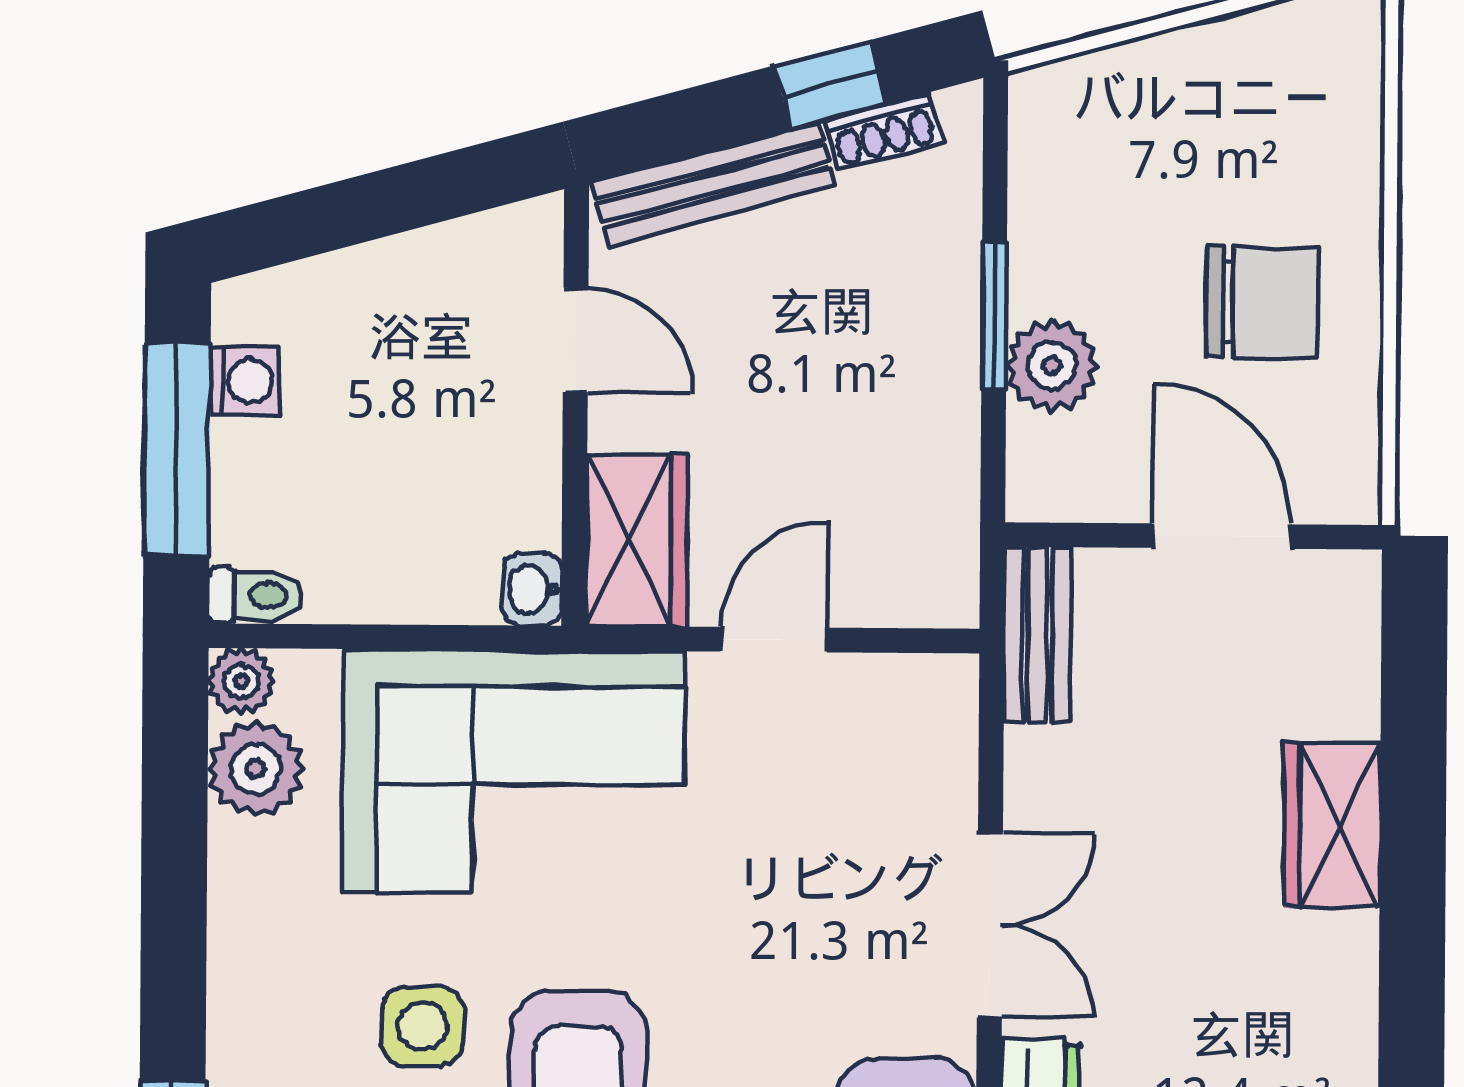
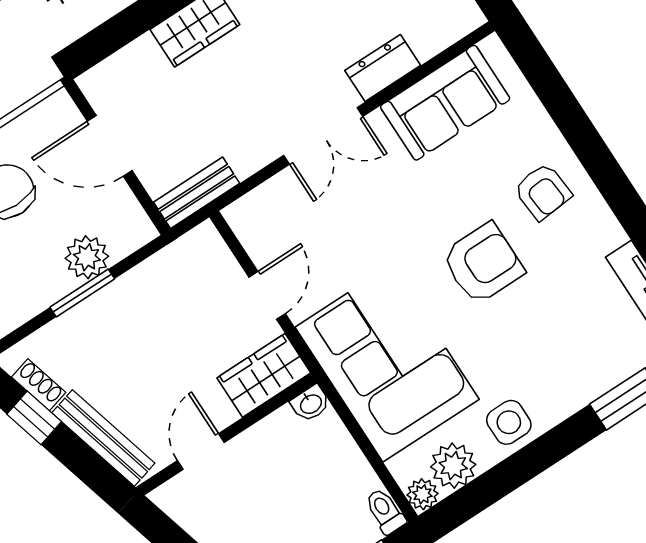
door: (1222, 536) -> (110, 146), hinge flipped
door: (774, 640) -> (267, 295), swing flipped
double door: (990, 925) -> (323, 136), swing flipped
side table: (422, 1026) -> (509, 422), moved

